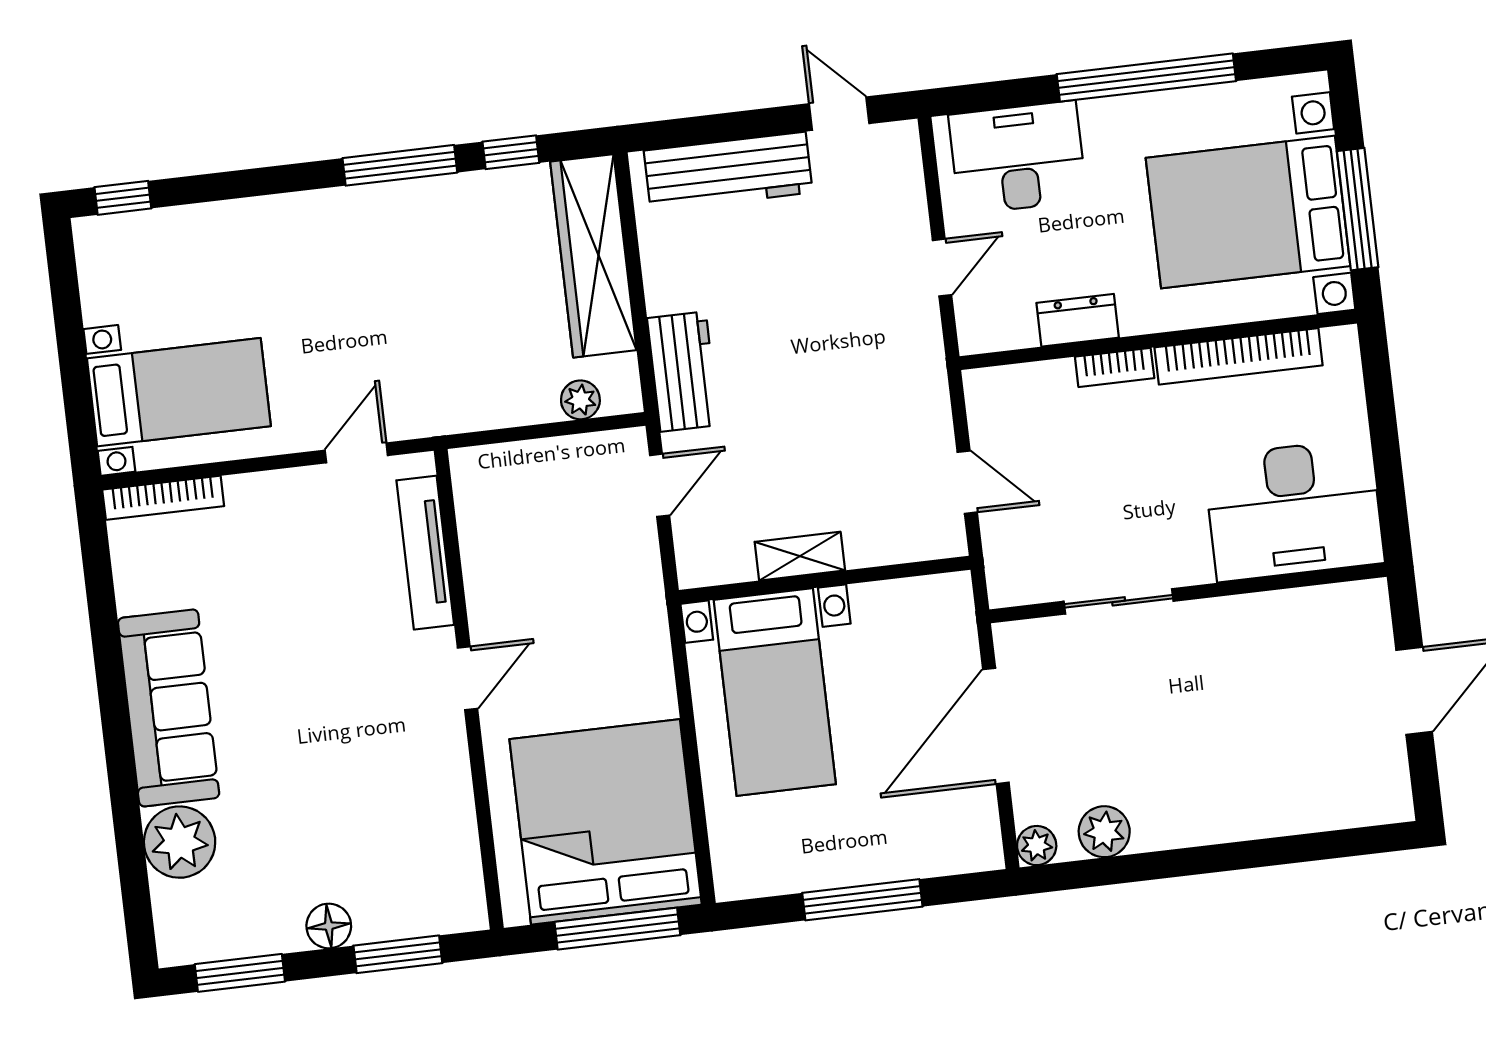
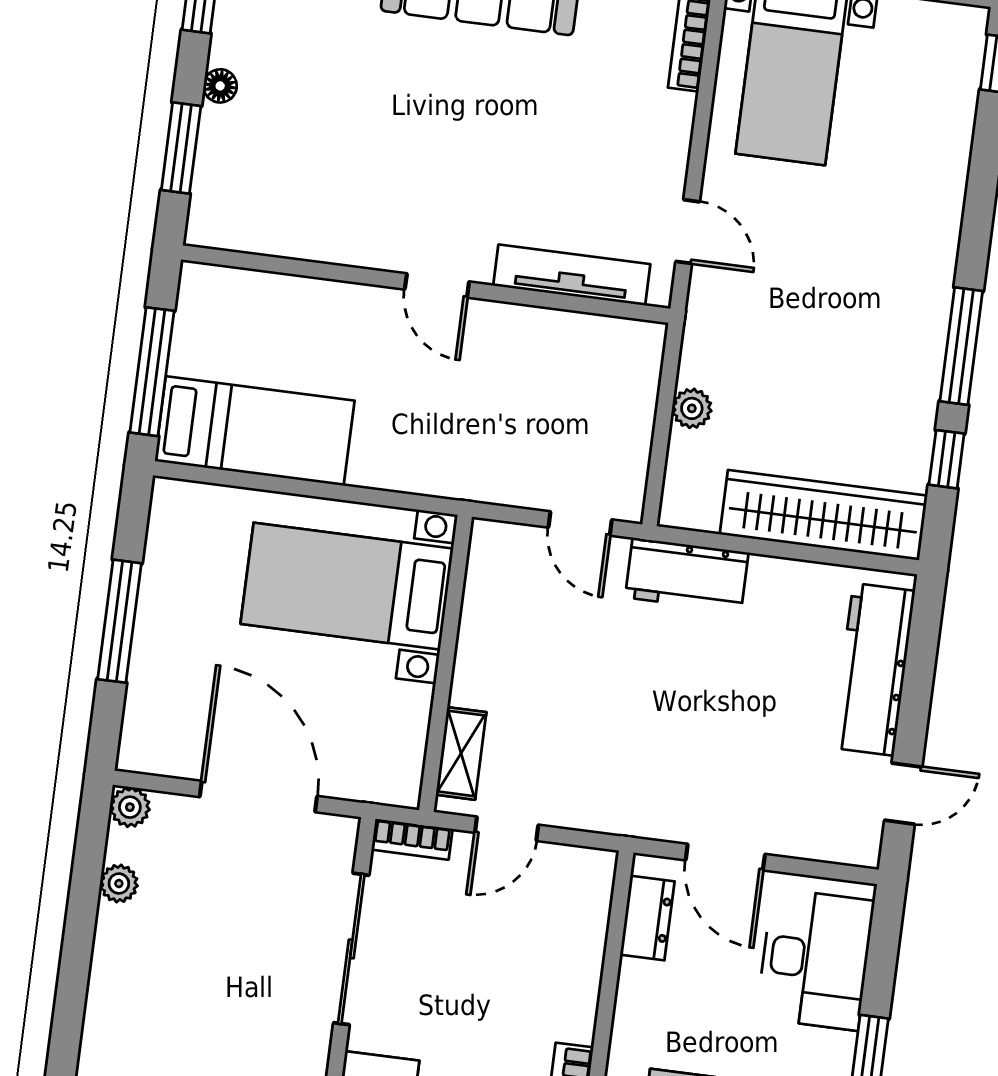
door: (942, 268) -> (725, 857), width x1.38
dresser: (1078, 320) -> (647, 918), moved
bookcase: (1115, 367) -> (412, 839), moved, turned -90
plant: (580, 400) -> (692, 408), moved
shelving: (800, 556) -> (461, 753), moved
sliding door: (1119, 601) -> (351, 949), width x1.37
bed: (606, 822) -> (255, 431), width x0.49
plant: (1104, 832) -> (119, 884), width x0.73, depth x0.73
floor lamp: (329, 926) -> (220, 86), width x0.73, depth x0.73

